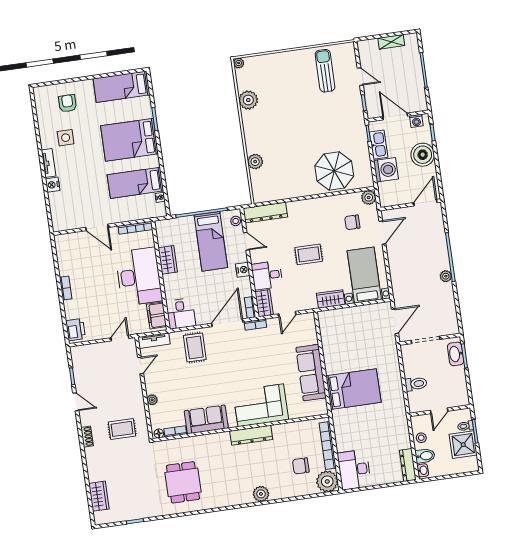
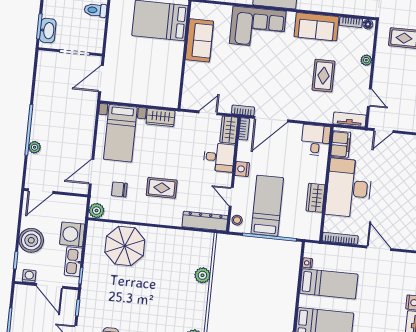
chair: (352, 222) -> (119, 189), turned 180
rug: (309, 254) -> (162, 188), moved
plant: (446, 276) -> (35, 147), moved
rug: (195, 348) -> (323, 76), moved
door: (141, 366) -> (369, 98), swing flipped
sofa: (311, 373) -> (199, 40), width x0.73

